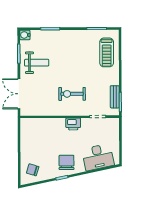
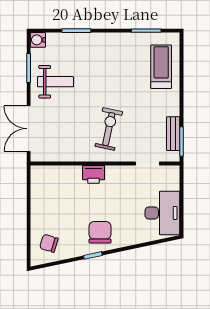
treadmill: (107, 52) -> (161, 67), turned 180
exercise bike: (72, 94) -> (109, 129), turned 102
printer: (73, 124) -> (94, 174), moved
desk: (98, 157) -> (162, 213), moved, turned -78

